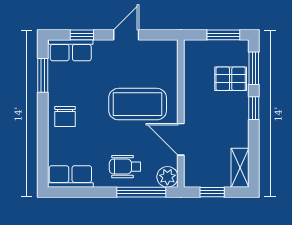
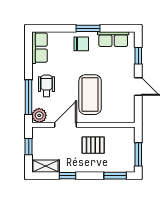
row of seats: (71, 50) -> (113, 39), moved, turned -90
window: (43, 75) -> (88, 28), moved
pallet: (231, 79) -> (93, 145), moved, turned 90
window: (254, 108) -> (67, 176), moved
chair: (65, 117) -> (81, 44), turned 180

